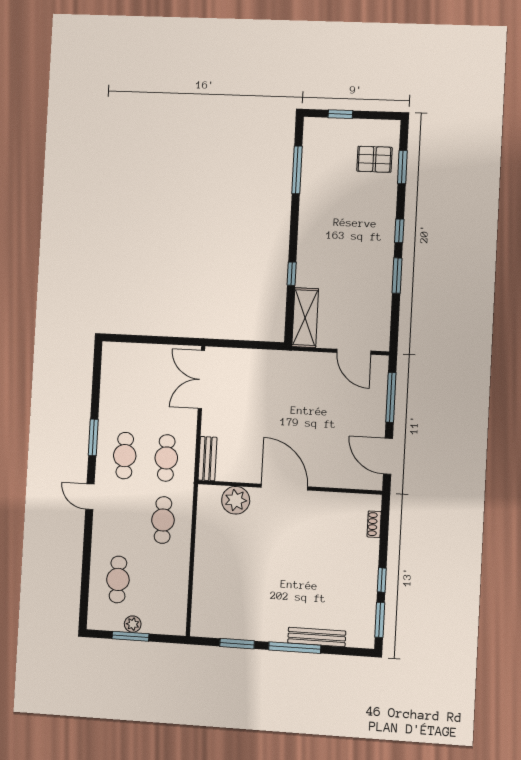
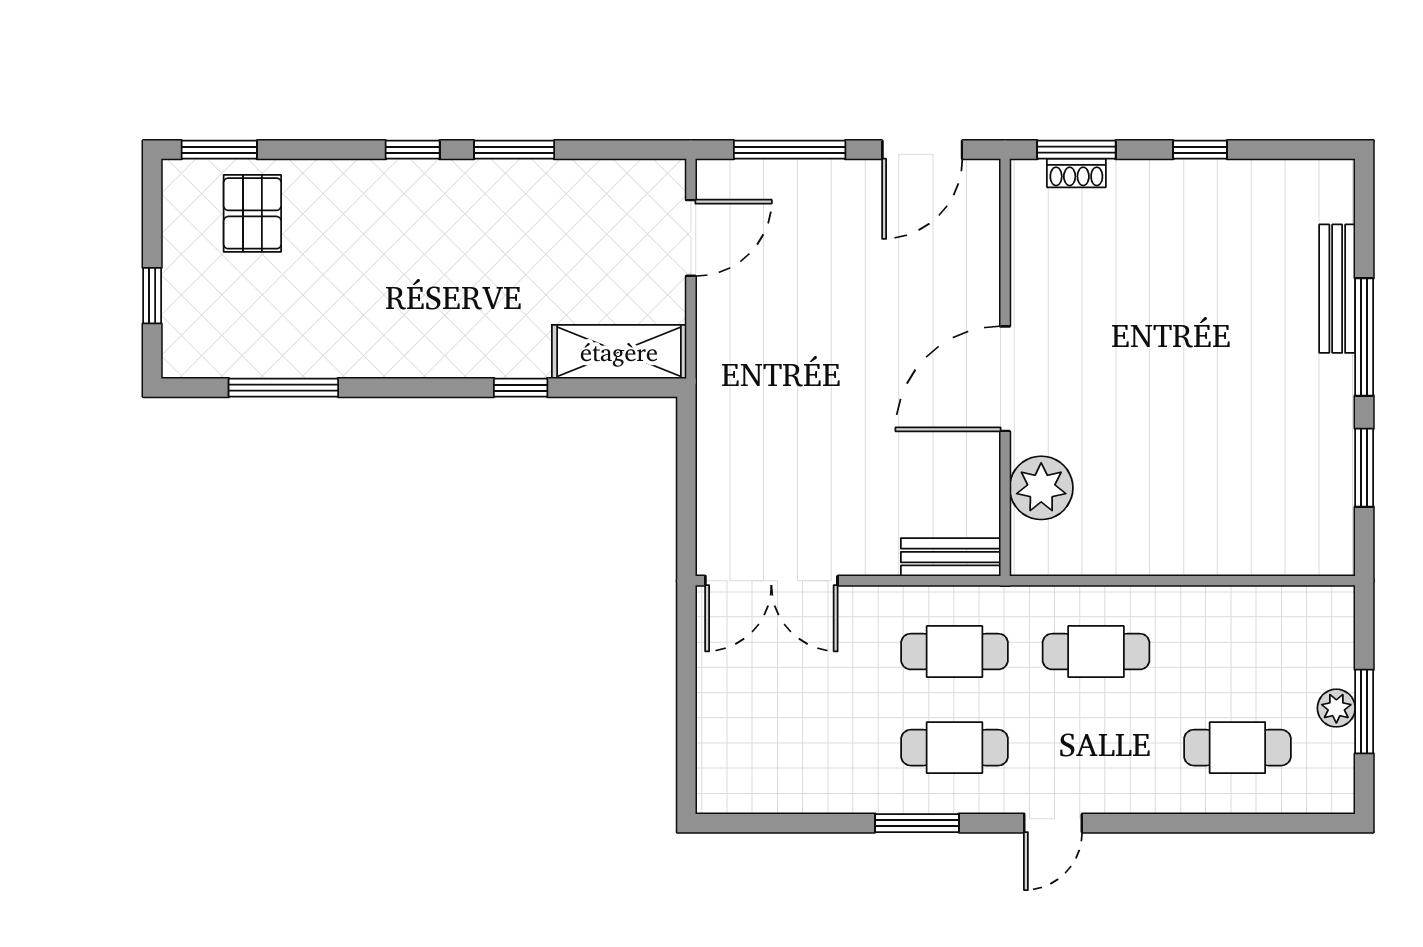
window: (402, 167) -> (219, 150), moved
window: (380, 620) -> (1076, 150), moved

